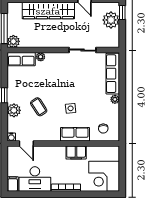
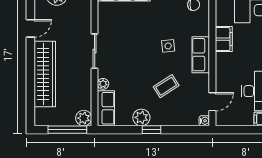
sliding door: (83, 50) -> (95, 51), moved
plant: (14, 110) -> (141, 117), moved
row of seats: (75, 134) -> (201, 55), moved

